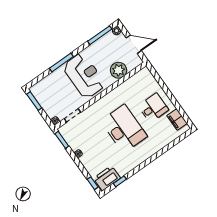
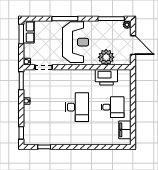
row of seats: (39, 95) -> (29, 32), added
desk: (124, 129) -> (77, 107), width x0.73, depth x0.77
printer: (107, 178) -> (106, 77), moved, turned 180

